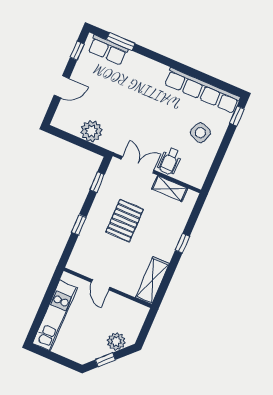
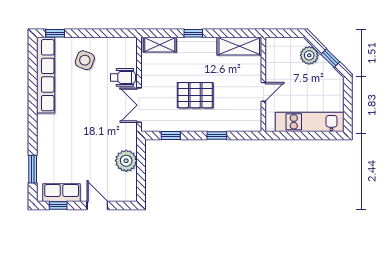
row of seats: (108, 50) -> (62, 193), moved, turned -90
shelving: (170, 189) -> (160, 45), moved, turned 90

